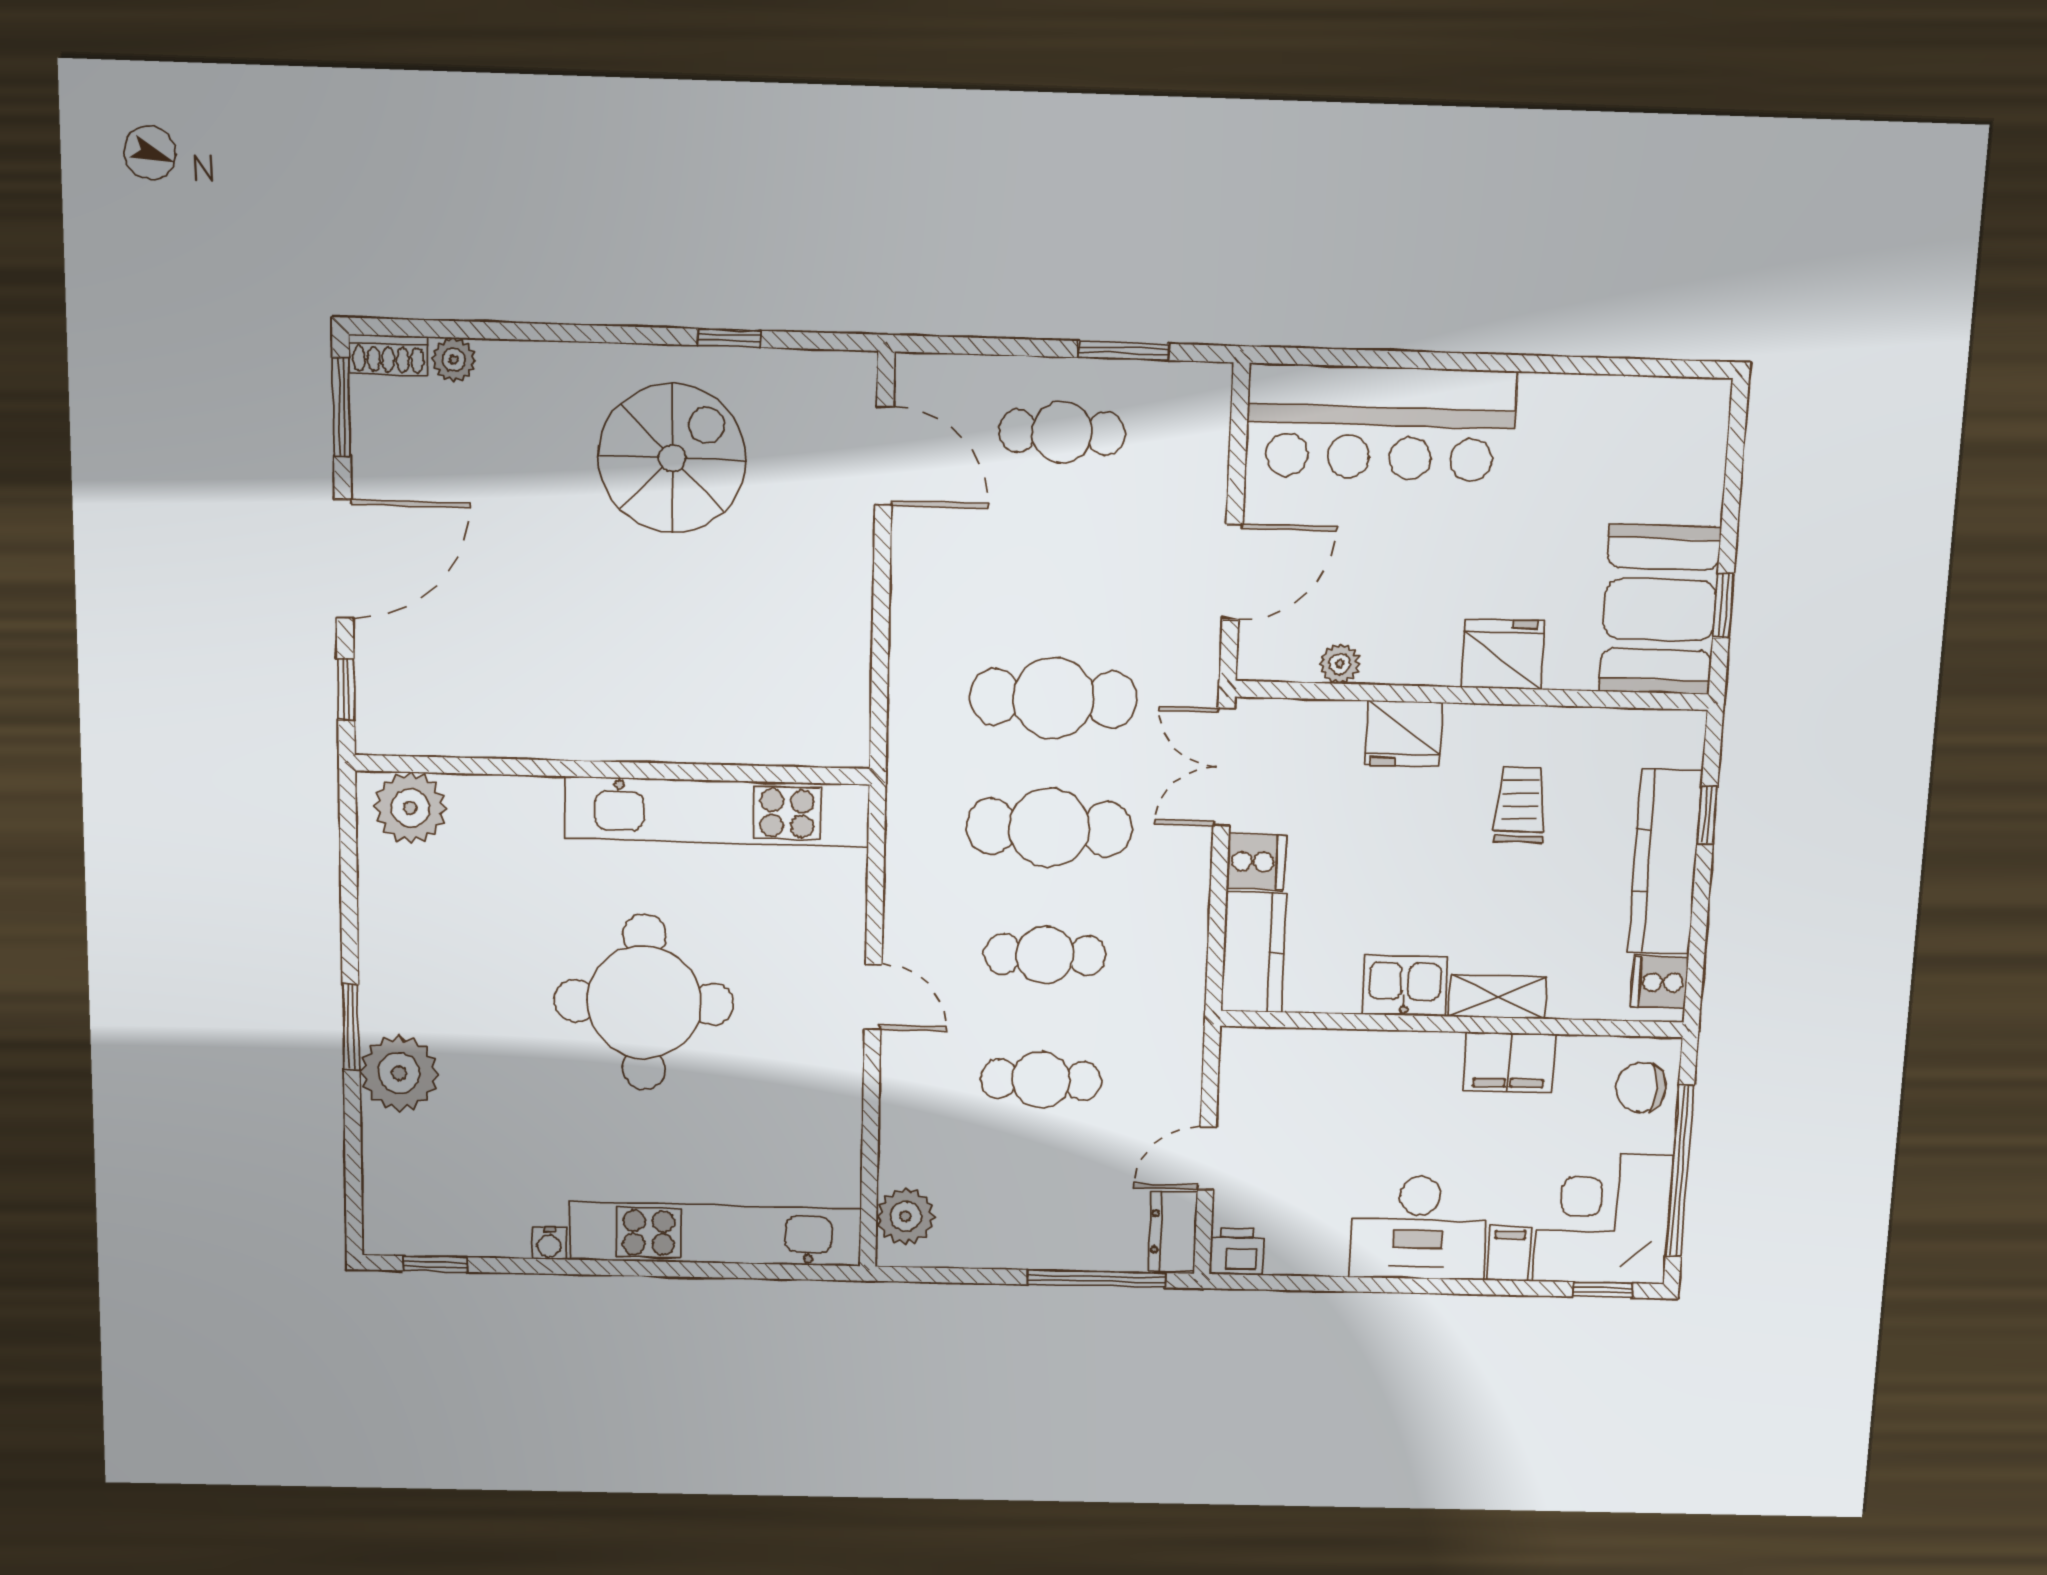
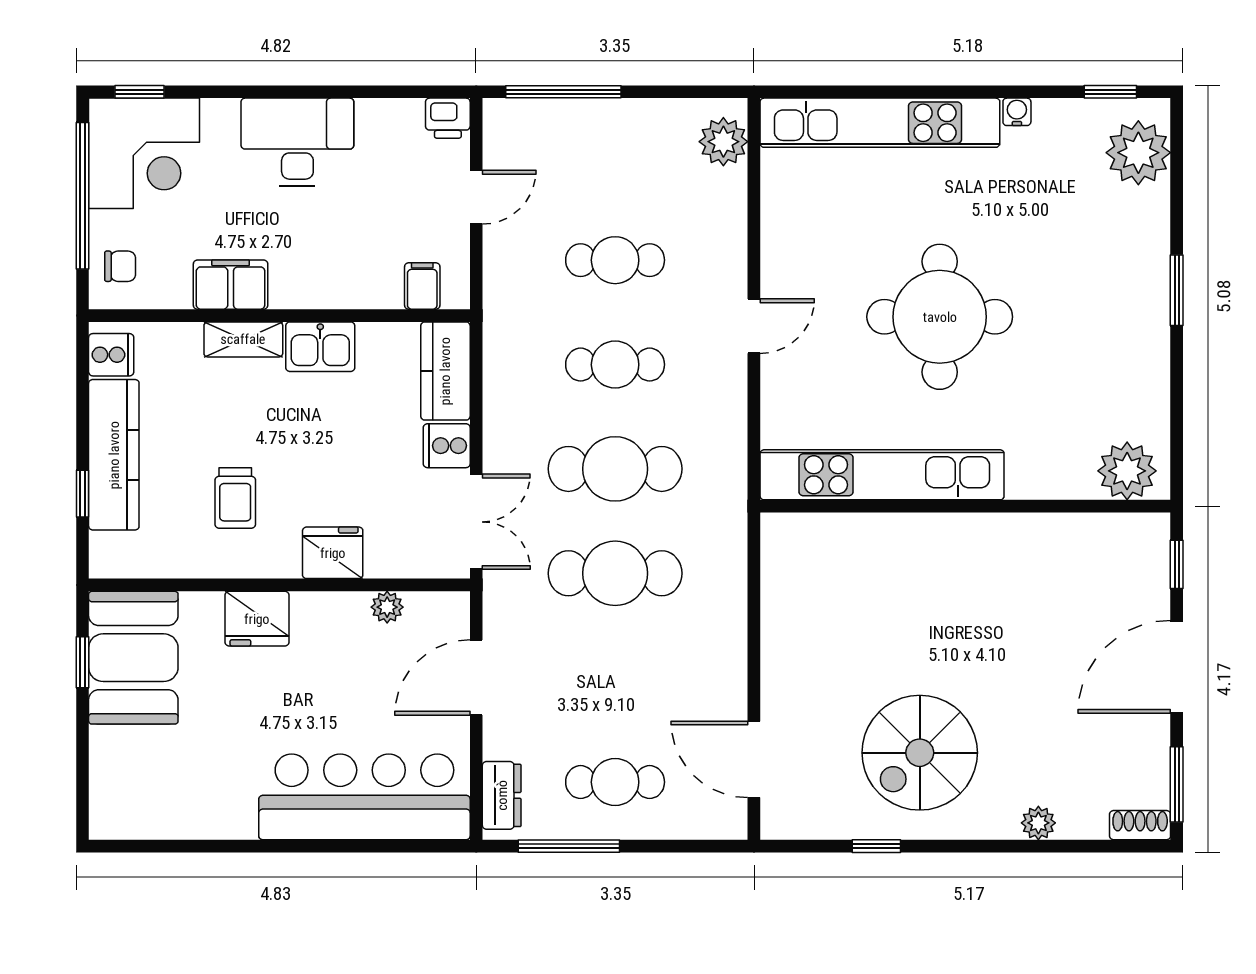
window: (1124, 351) -> (569, 846), width x1.44
plant: (454, 360) -> (1038, 823), moved
door: (873, 997) -> (754, 326), swing flipped
plant: (399, 1073) -> (1138, 153), moved
chair: (1641, 1087) -> (120, 266), width x0.73, depth x0.73
dresser: (1173, 1232) -> (502, 795), moved
filing cabinet: (1509, 1254) -> (422, 286), moved, turned 180

